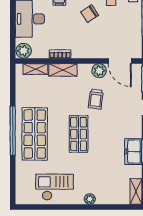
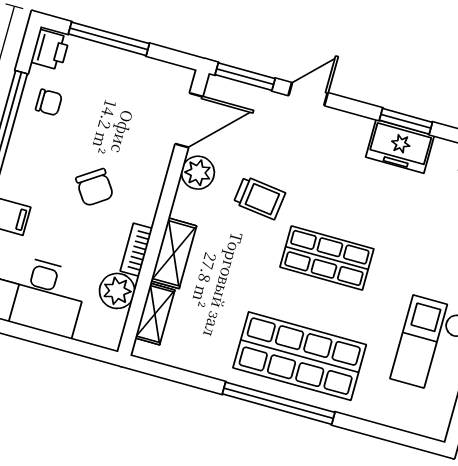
chair: (90, 14) -> (95, 187), moved
plant: (24, 51) -> (117, 291), moved

